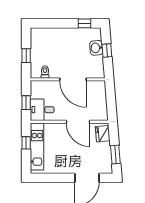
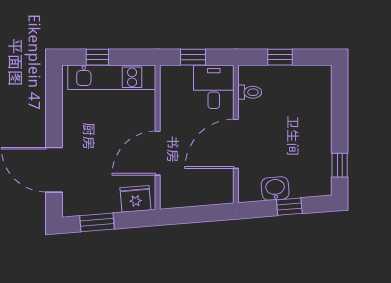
washbasin: (96, 48) -> (275, 189), moved
desk: (42, 110) -> (214, 87), moved
window: (26, 143) -> (97, 57), moved

